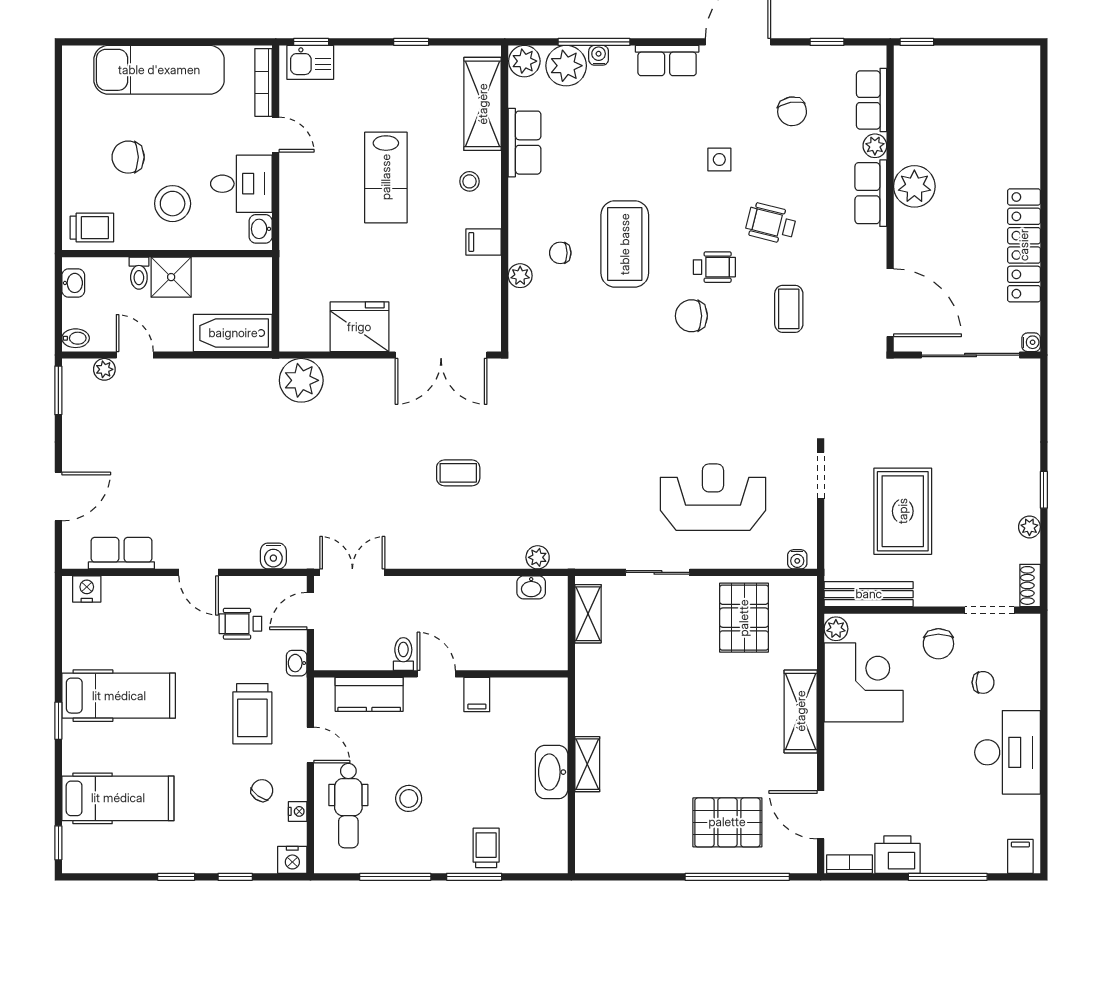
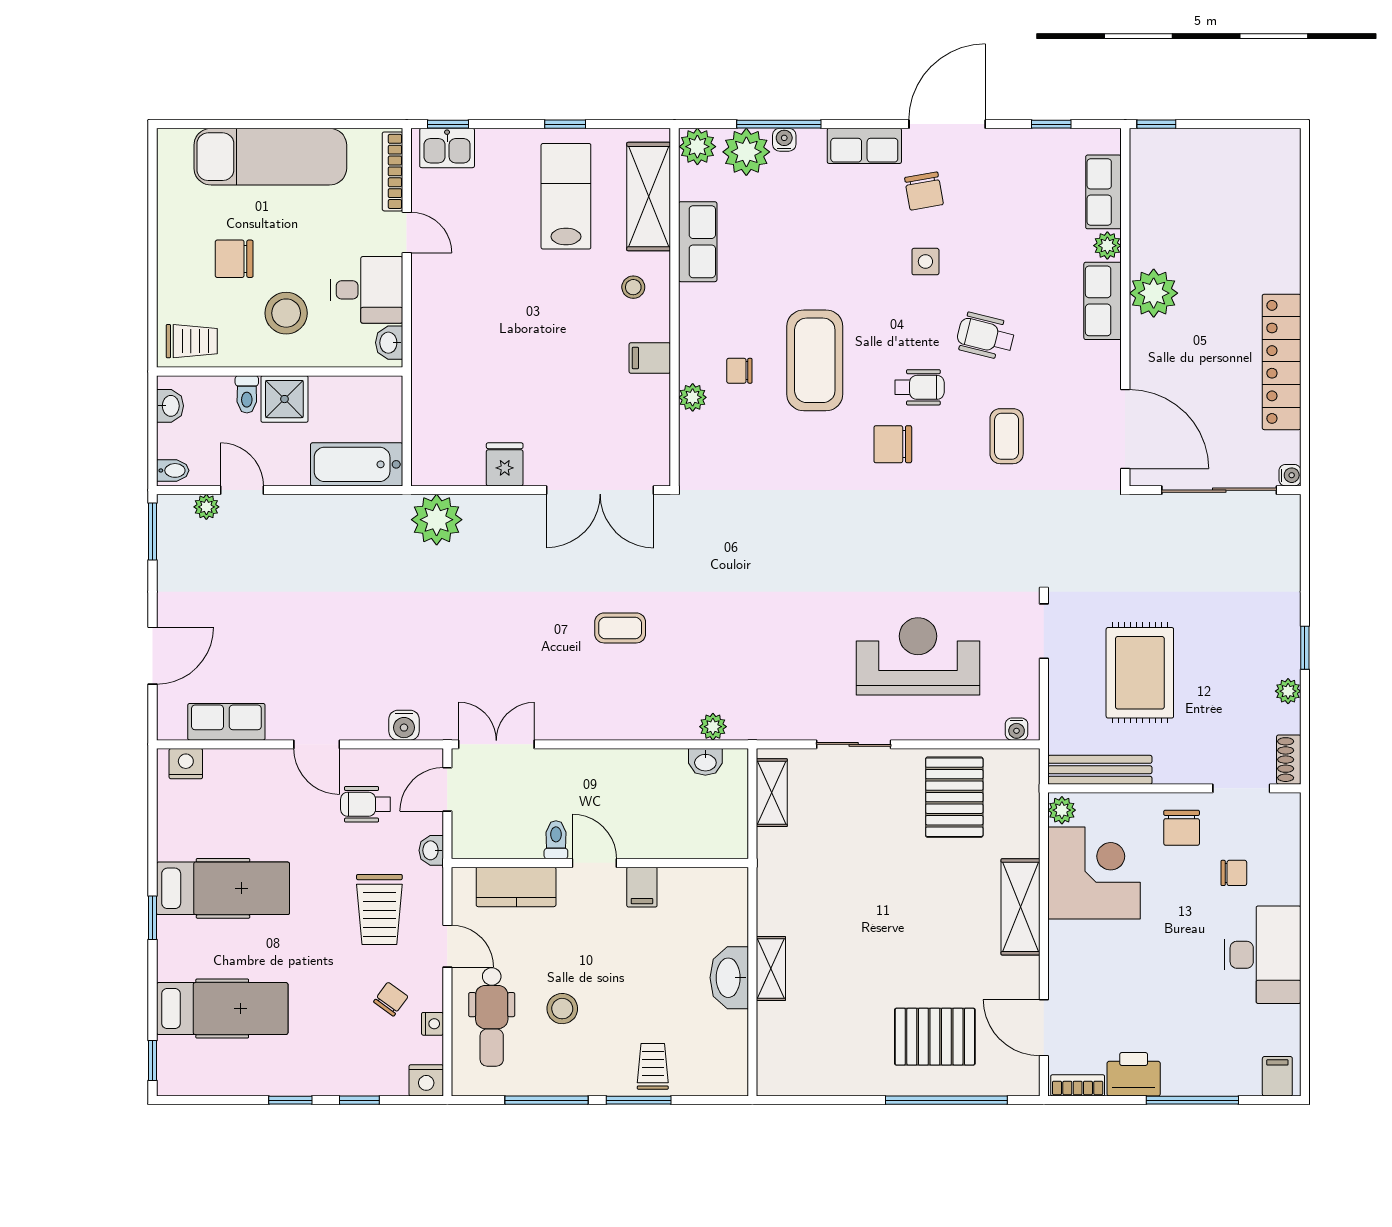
chair: (792, 111) -> (924, 191), moved
lab bench: (386, 177) -> (566, 196), moved, turned 180
fridge: (359, 327) -> (505, 464), width x0.53, depth x0.75

